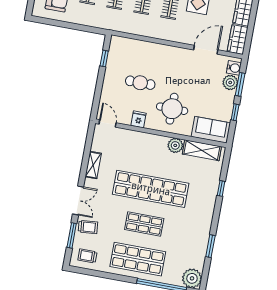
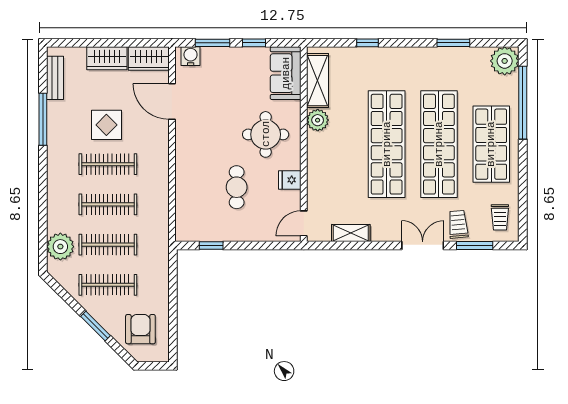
plant: (230, 82) -> (212, 58), removed
shelving: (93, 165) -> (351, 233), moved
shop shelf: (144, 224) -> (439, 144), width x2.00, depth x1.36

